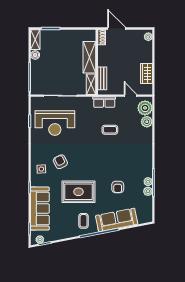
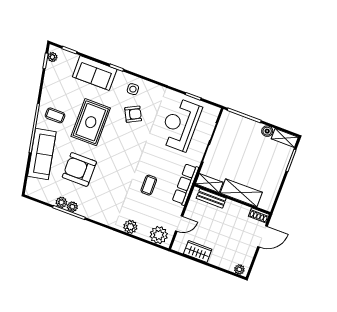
row of seats: (104, 102) -> (185, 184), width x1.48
plant: (147, 122) -> (130, 227), moved
armchair: (118, 187) -> (79, 169), width x1.88, depth x1.88
sofa: (40, 209) -> (95, 73), width x0.73

